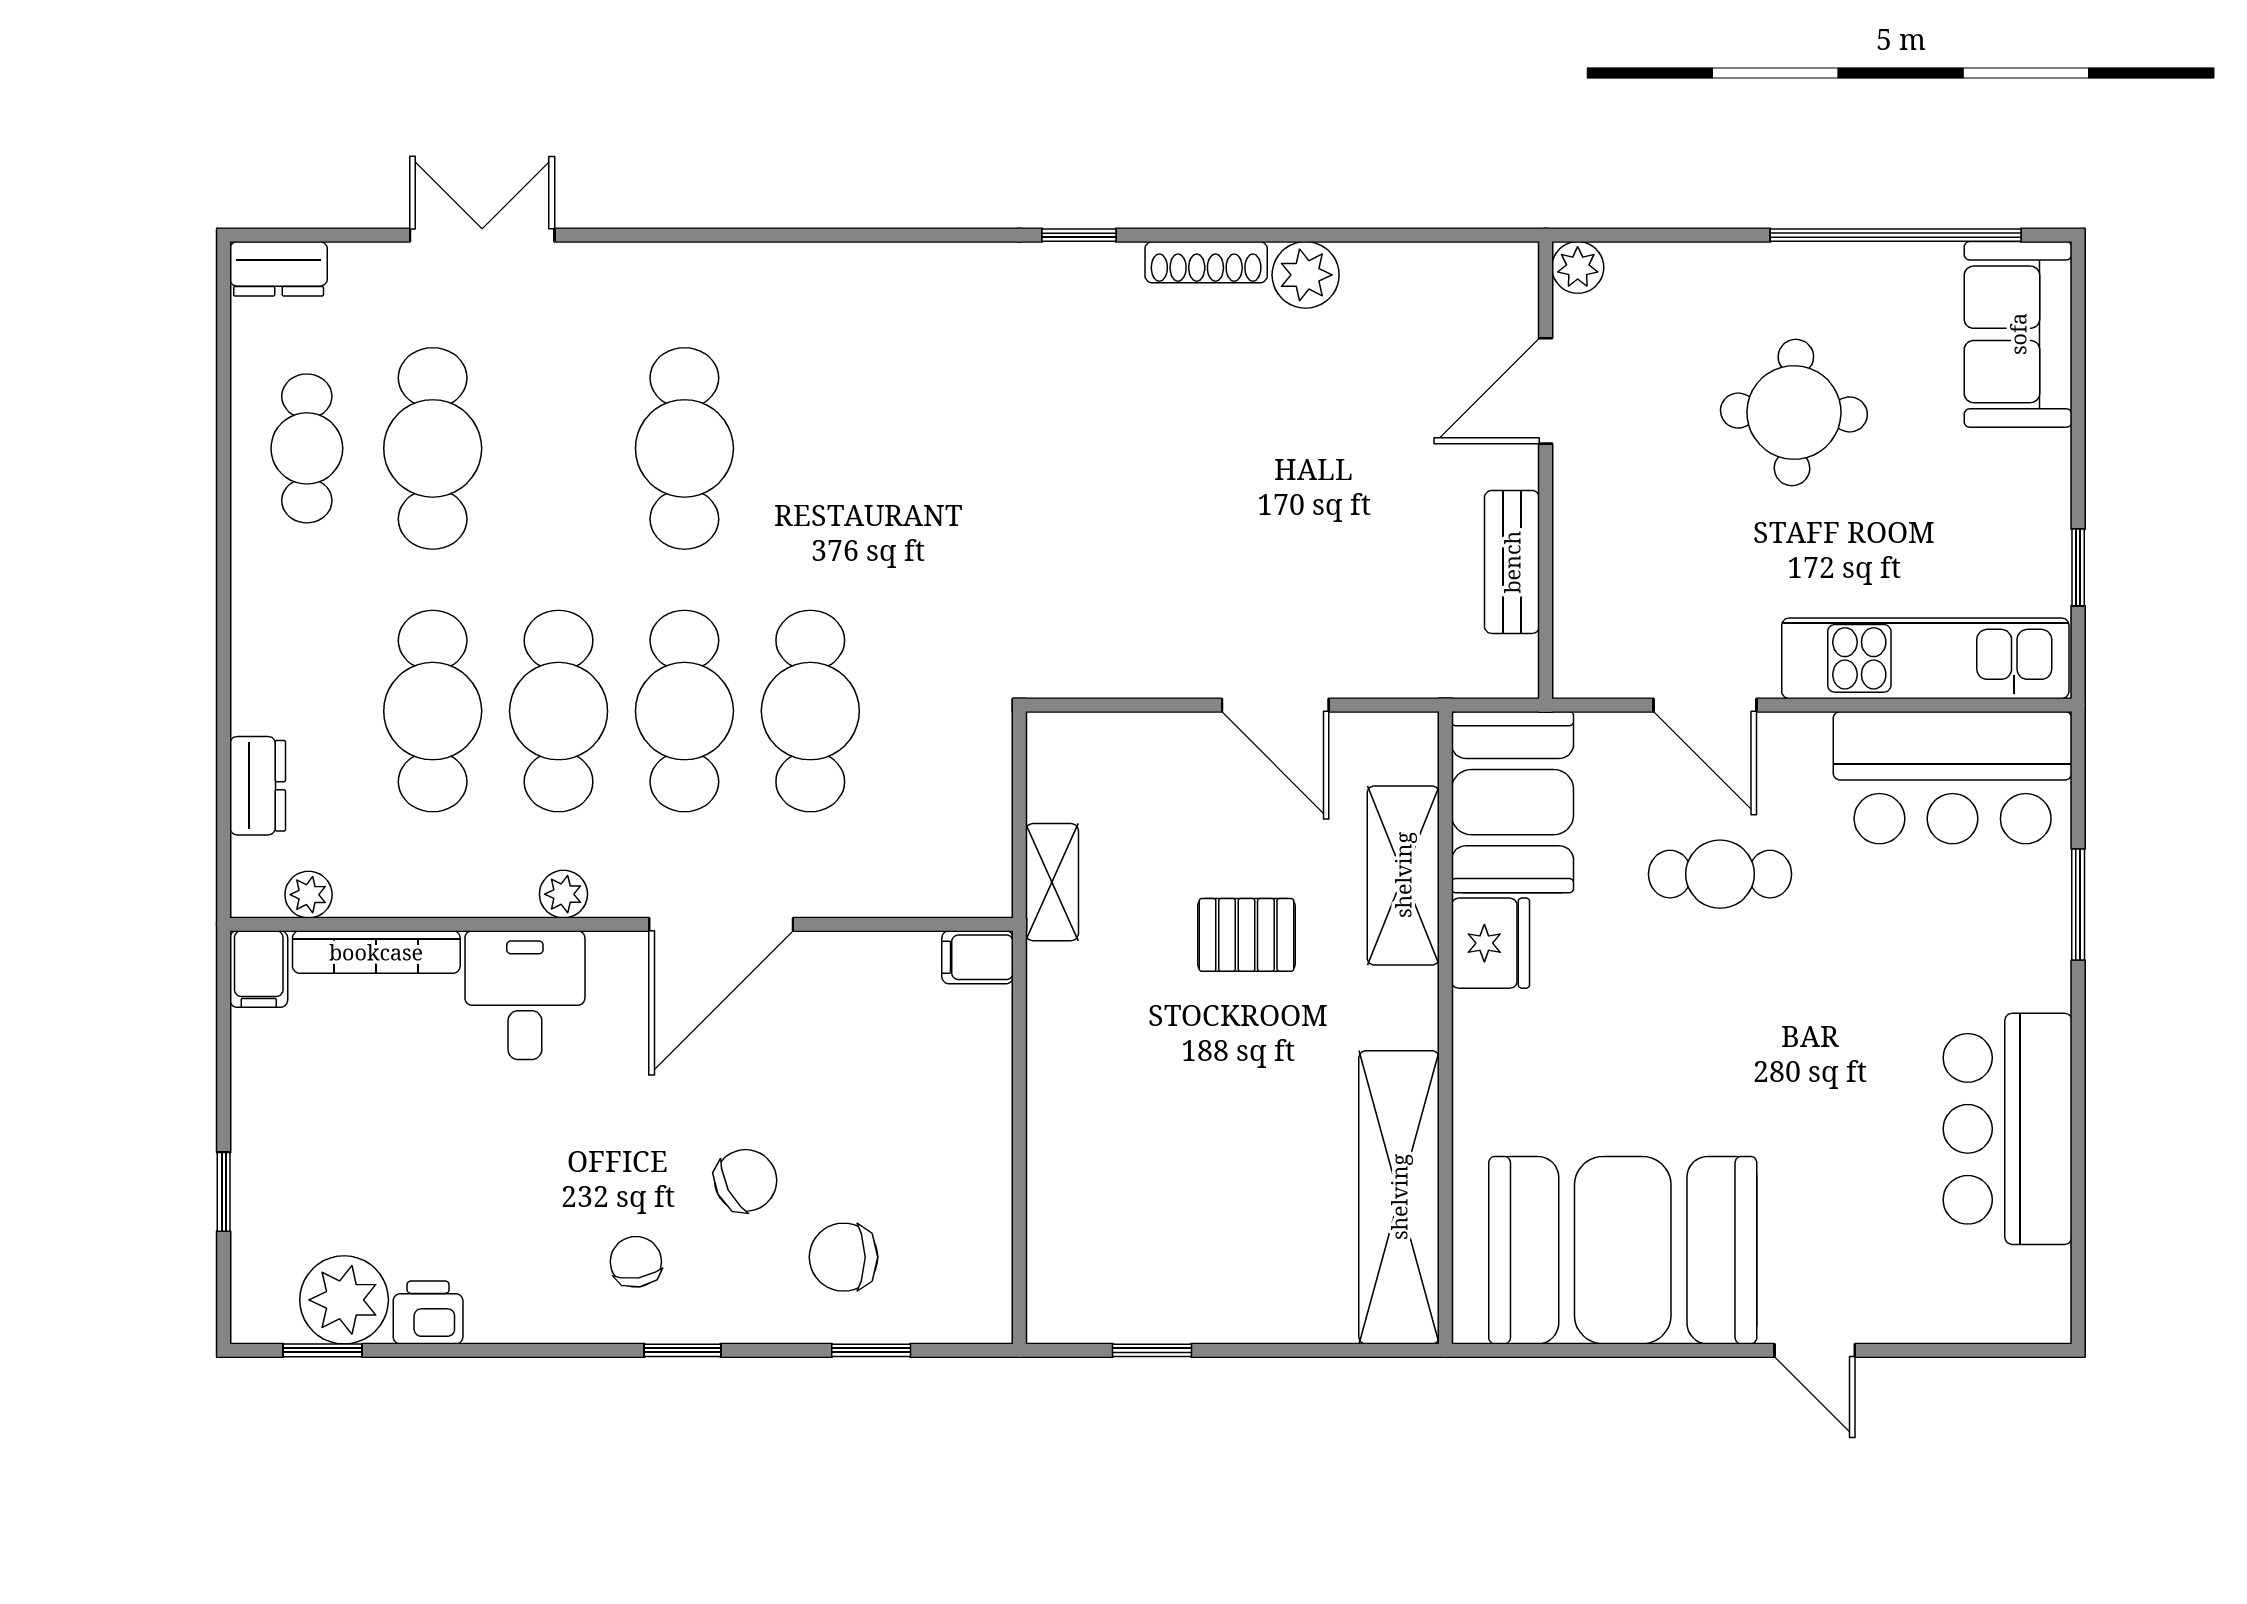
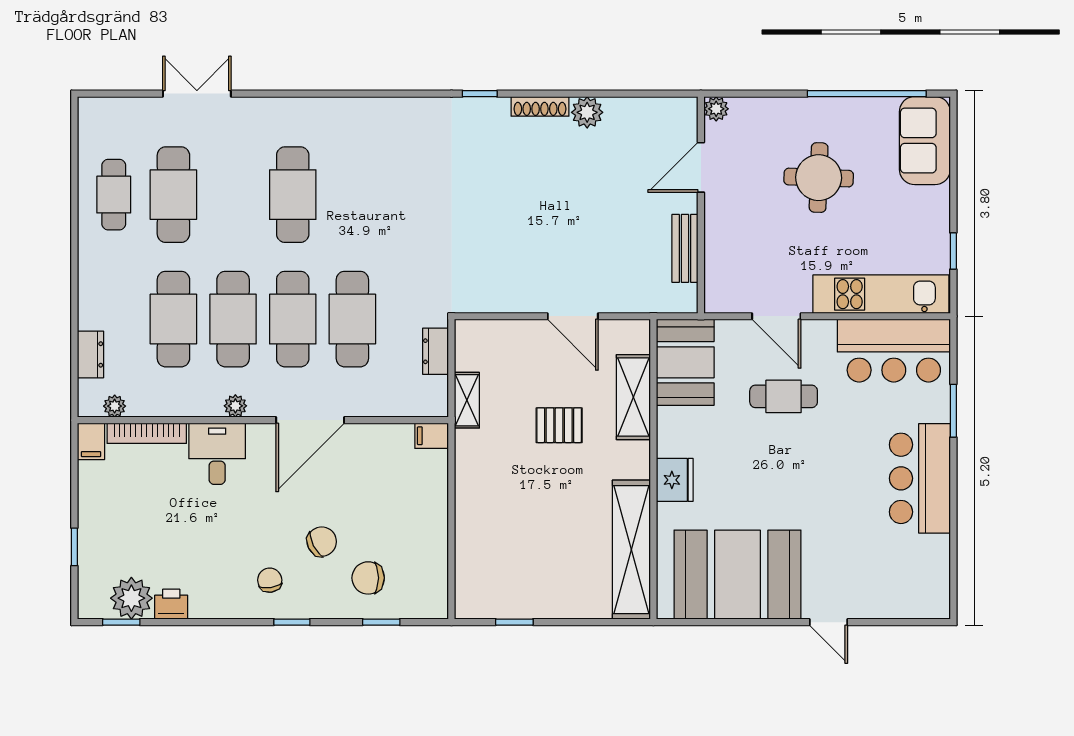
dresser: (279, 269) -> (436, 351), moved, turned 90
fridge: (1490, 943) -> (675, 480), moved
bar counter: (2008, 1129) -> (920, 478), moved

